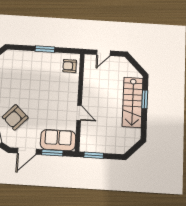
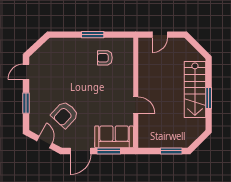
armchair: (70, 66) -> (105, 58), moved
window: (145, 99) -> (209, 98), moved
window: (94, 155) -> (171, 151), moved

